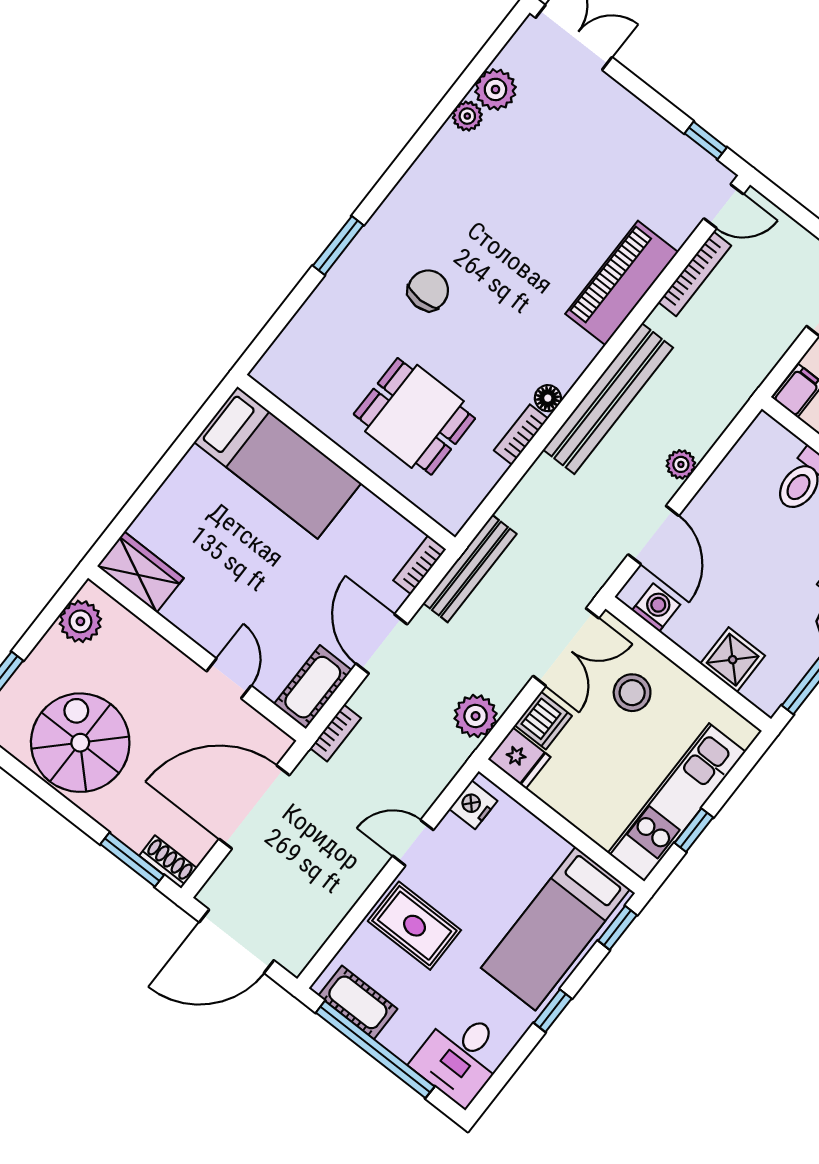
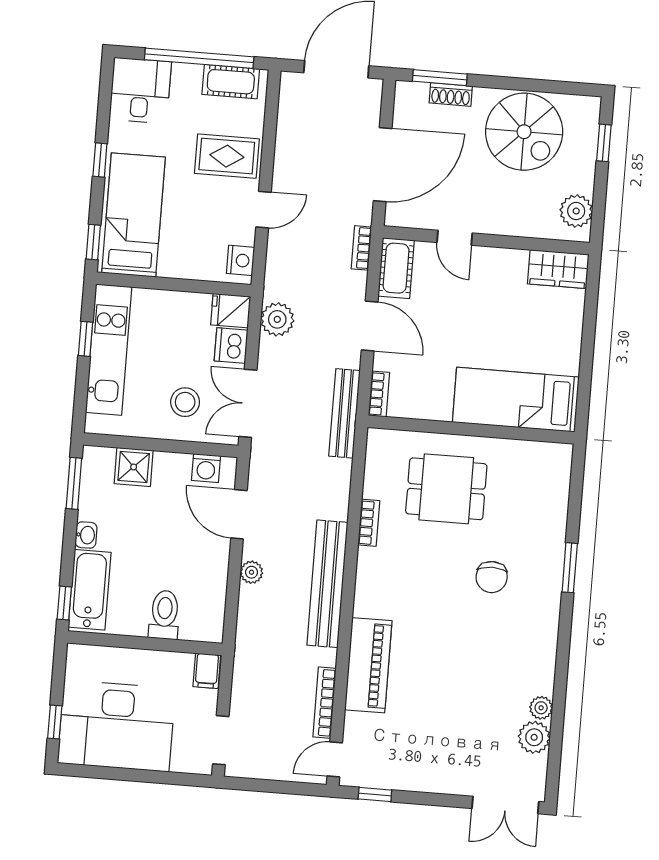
floor lamp: (548, 398) -> (367, 558), removed
shoe rack: (168, 862) -> (451, 94), moved

